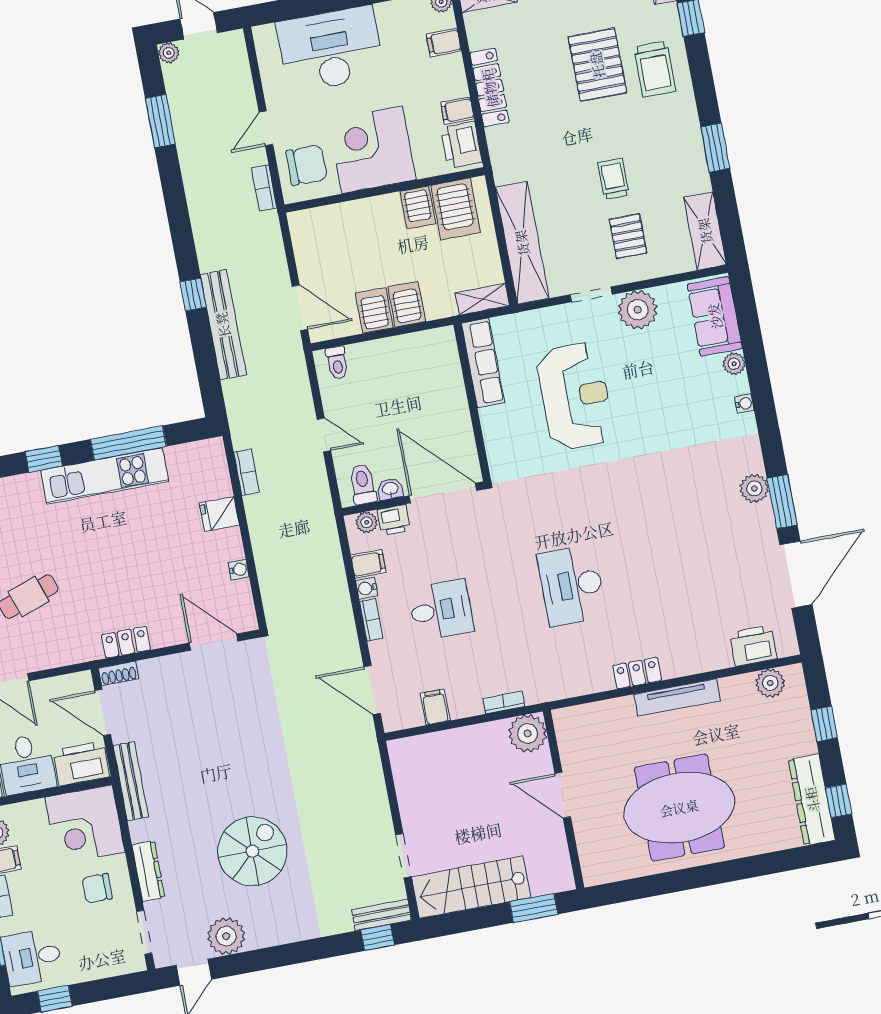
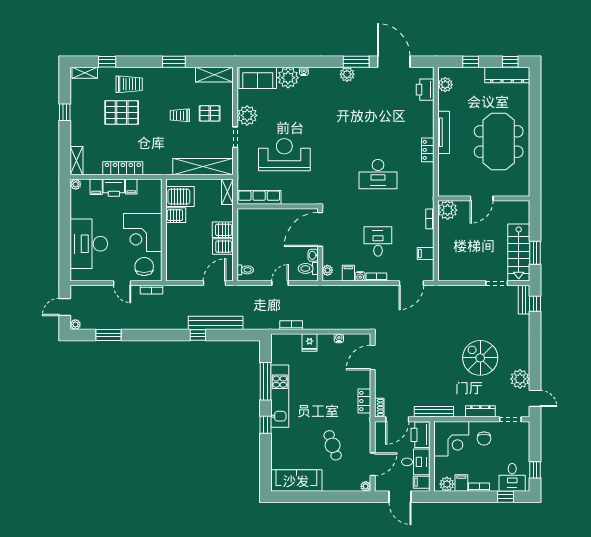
printer: (461, 145) -> (114, 188), moved
plant: (734, 364) -> (288, 78), width x1.87, depth x1.87
printer: (394, 520) -> (329, 256), removed
window: (534, 908) -> (535, 253), moved

